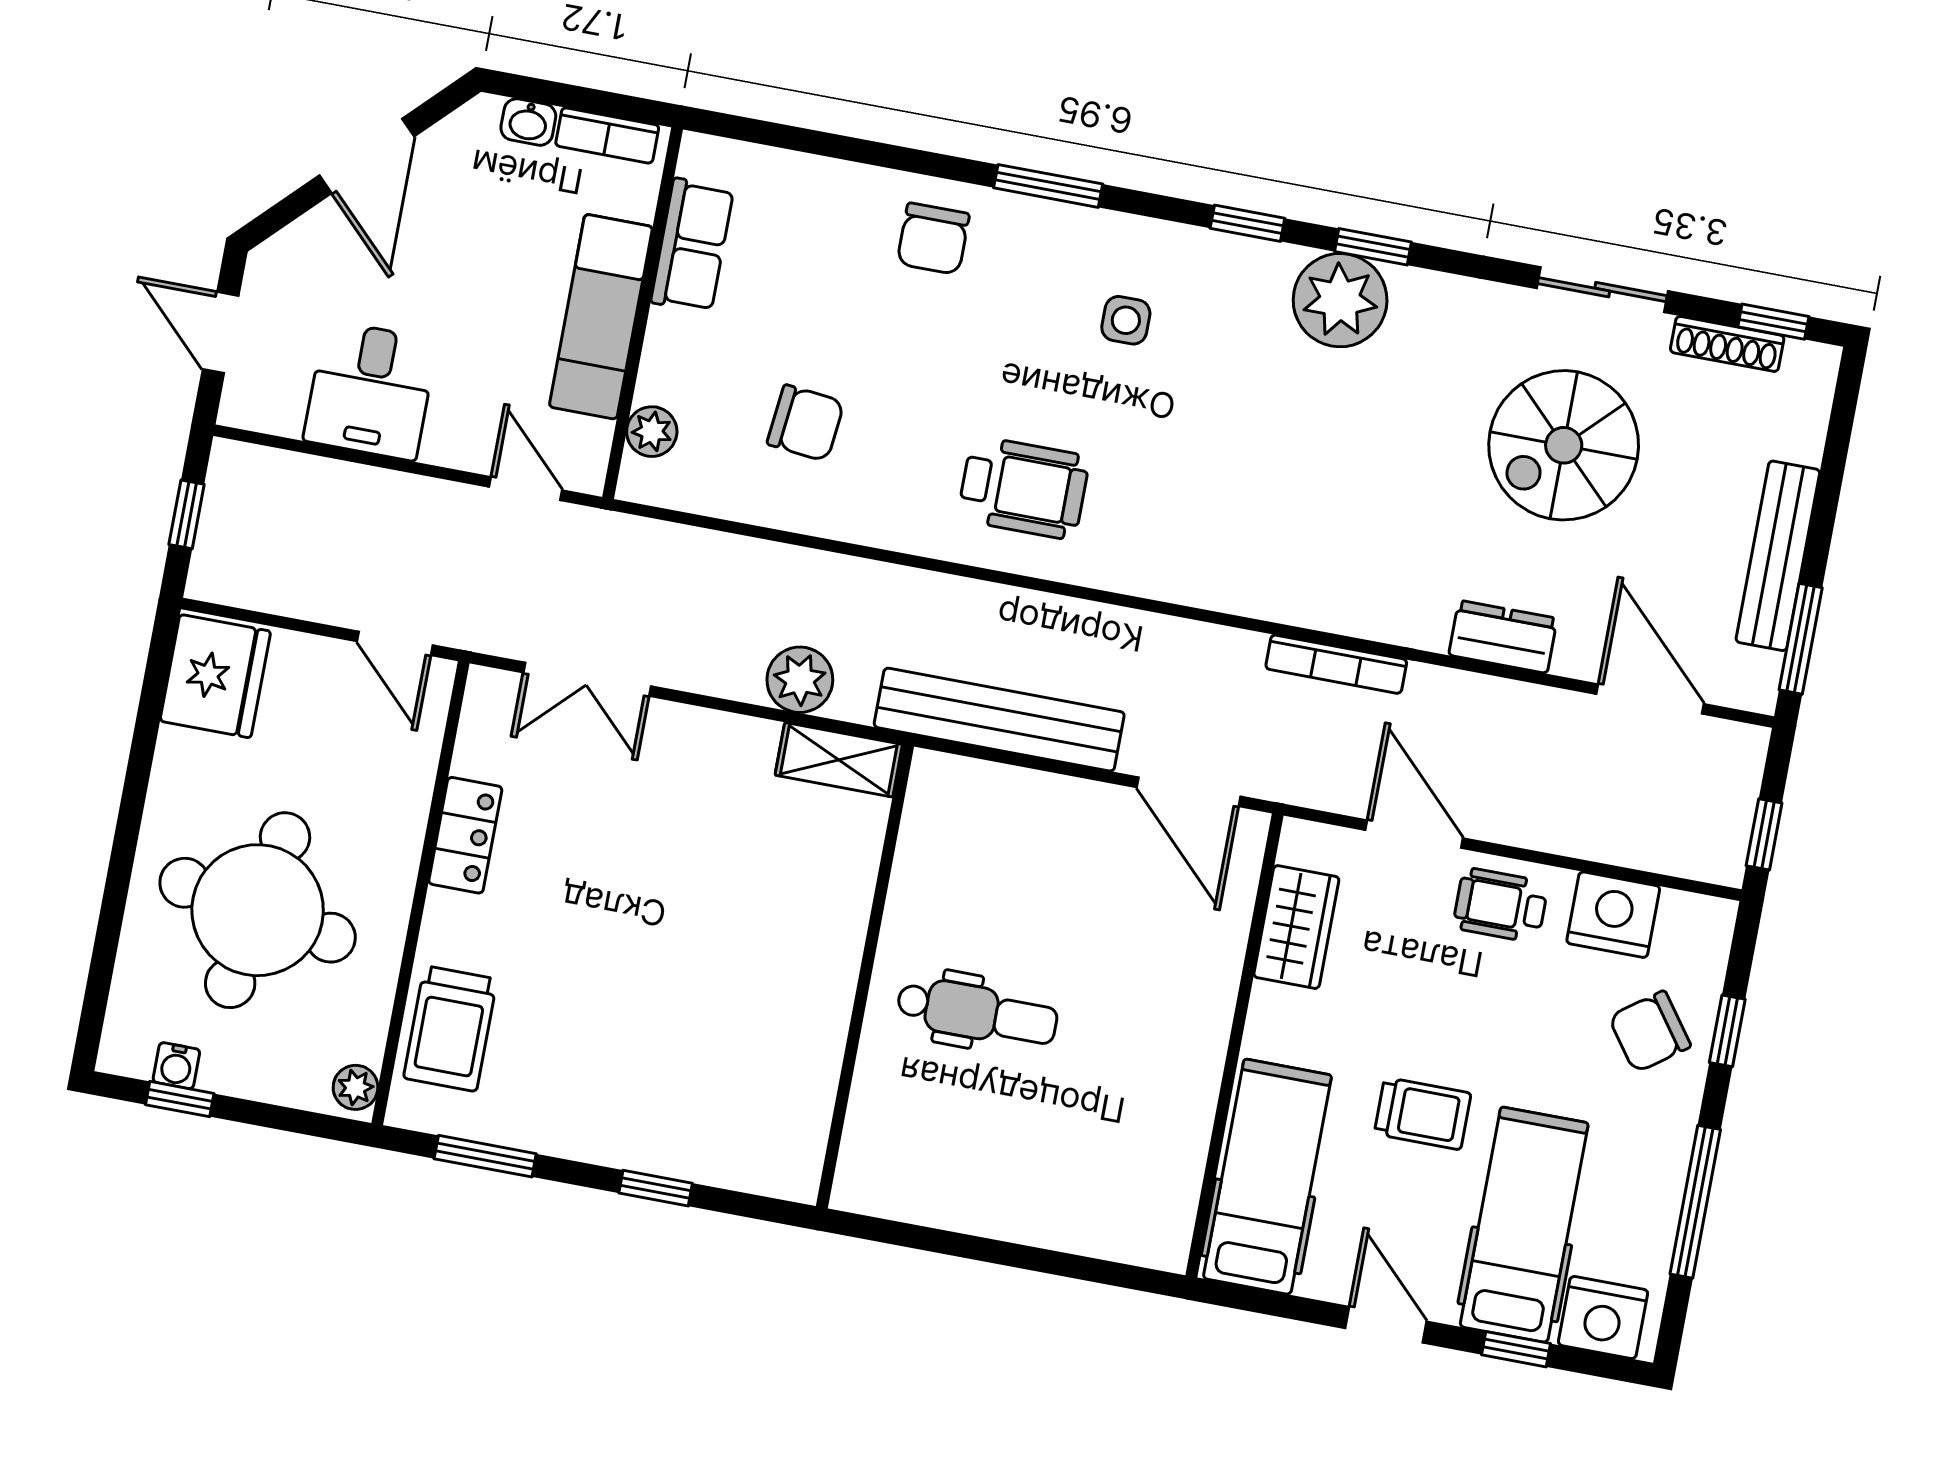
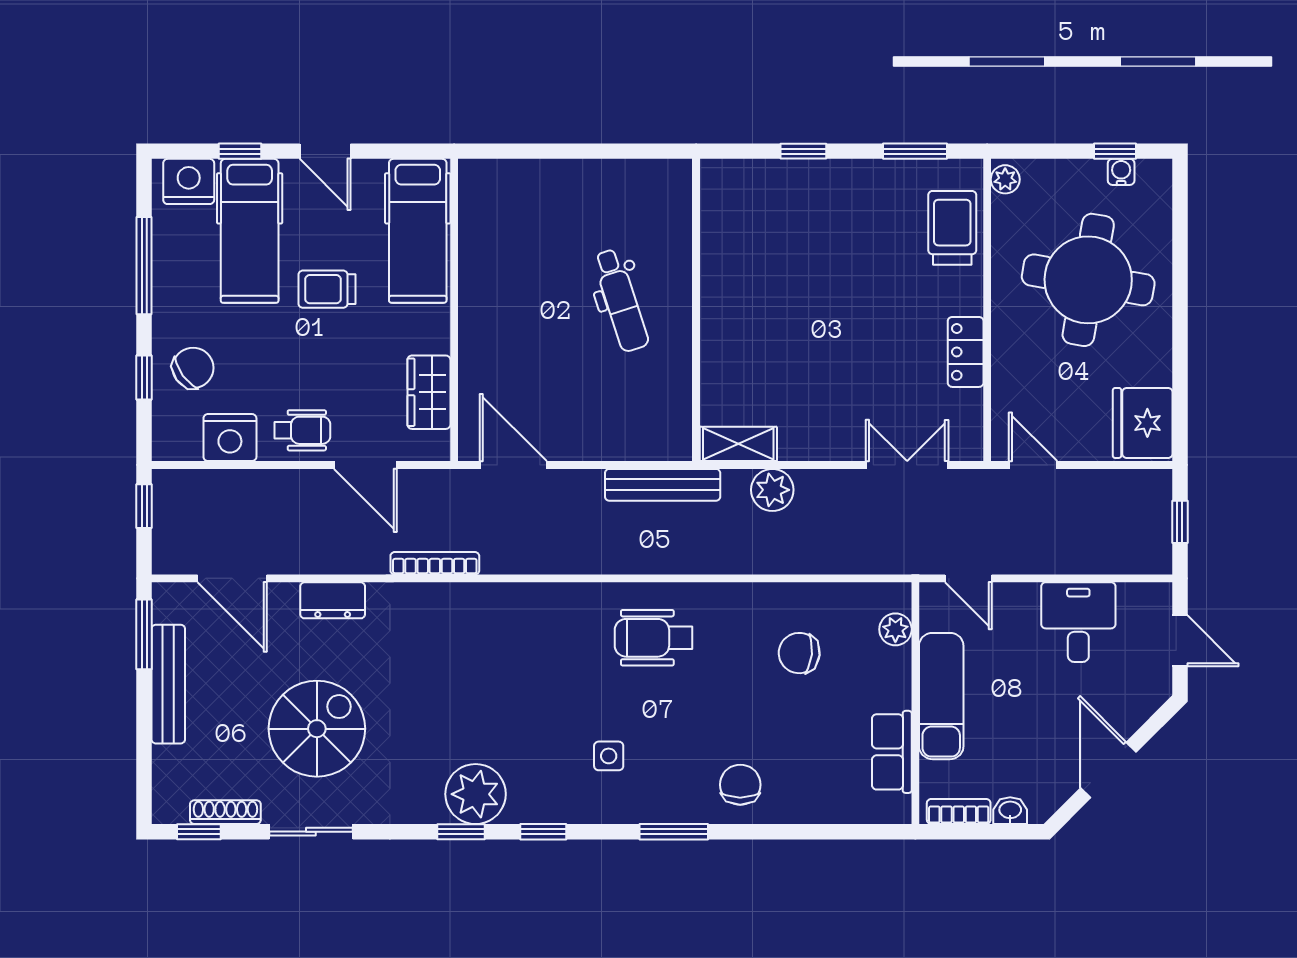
bench: (999, 720) -> (663, 485), width x0.73, depth x0.82
dental chair: (977, 1013) -> (621, 300), turned -108

